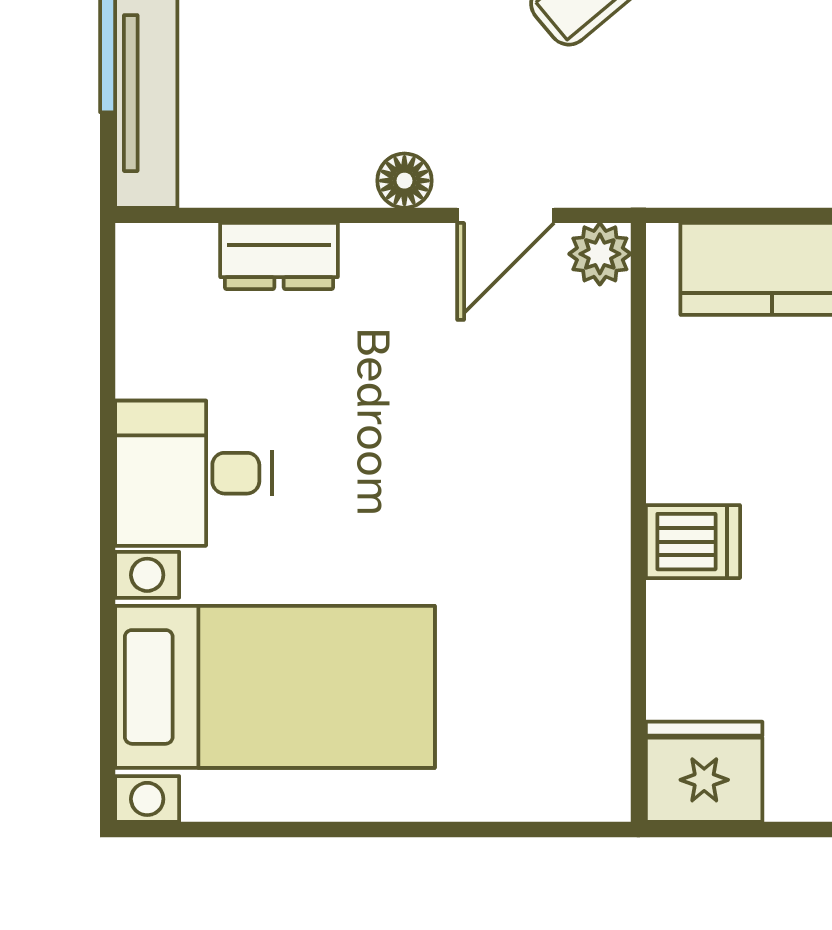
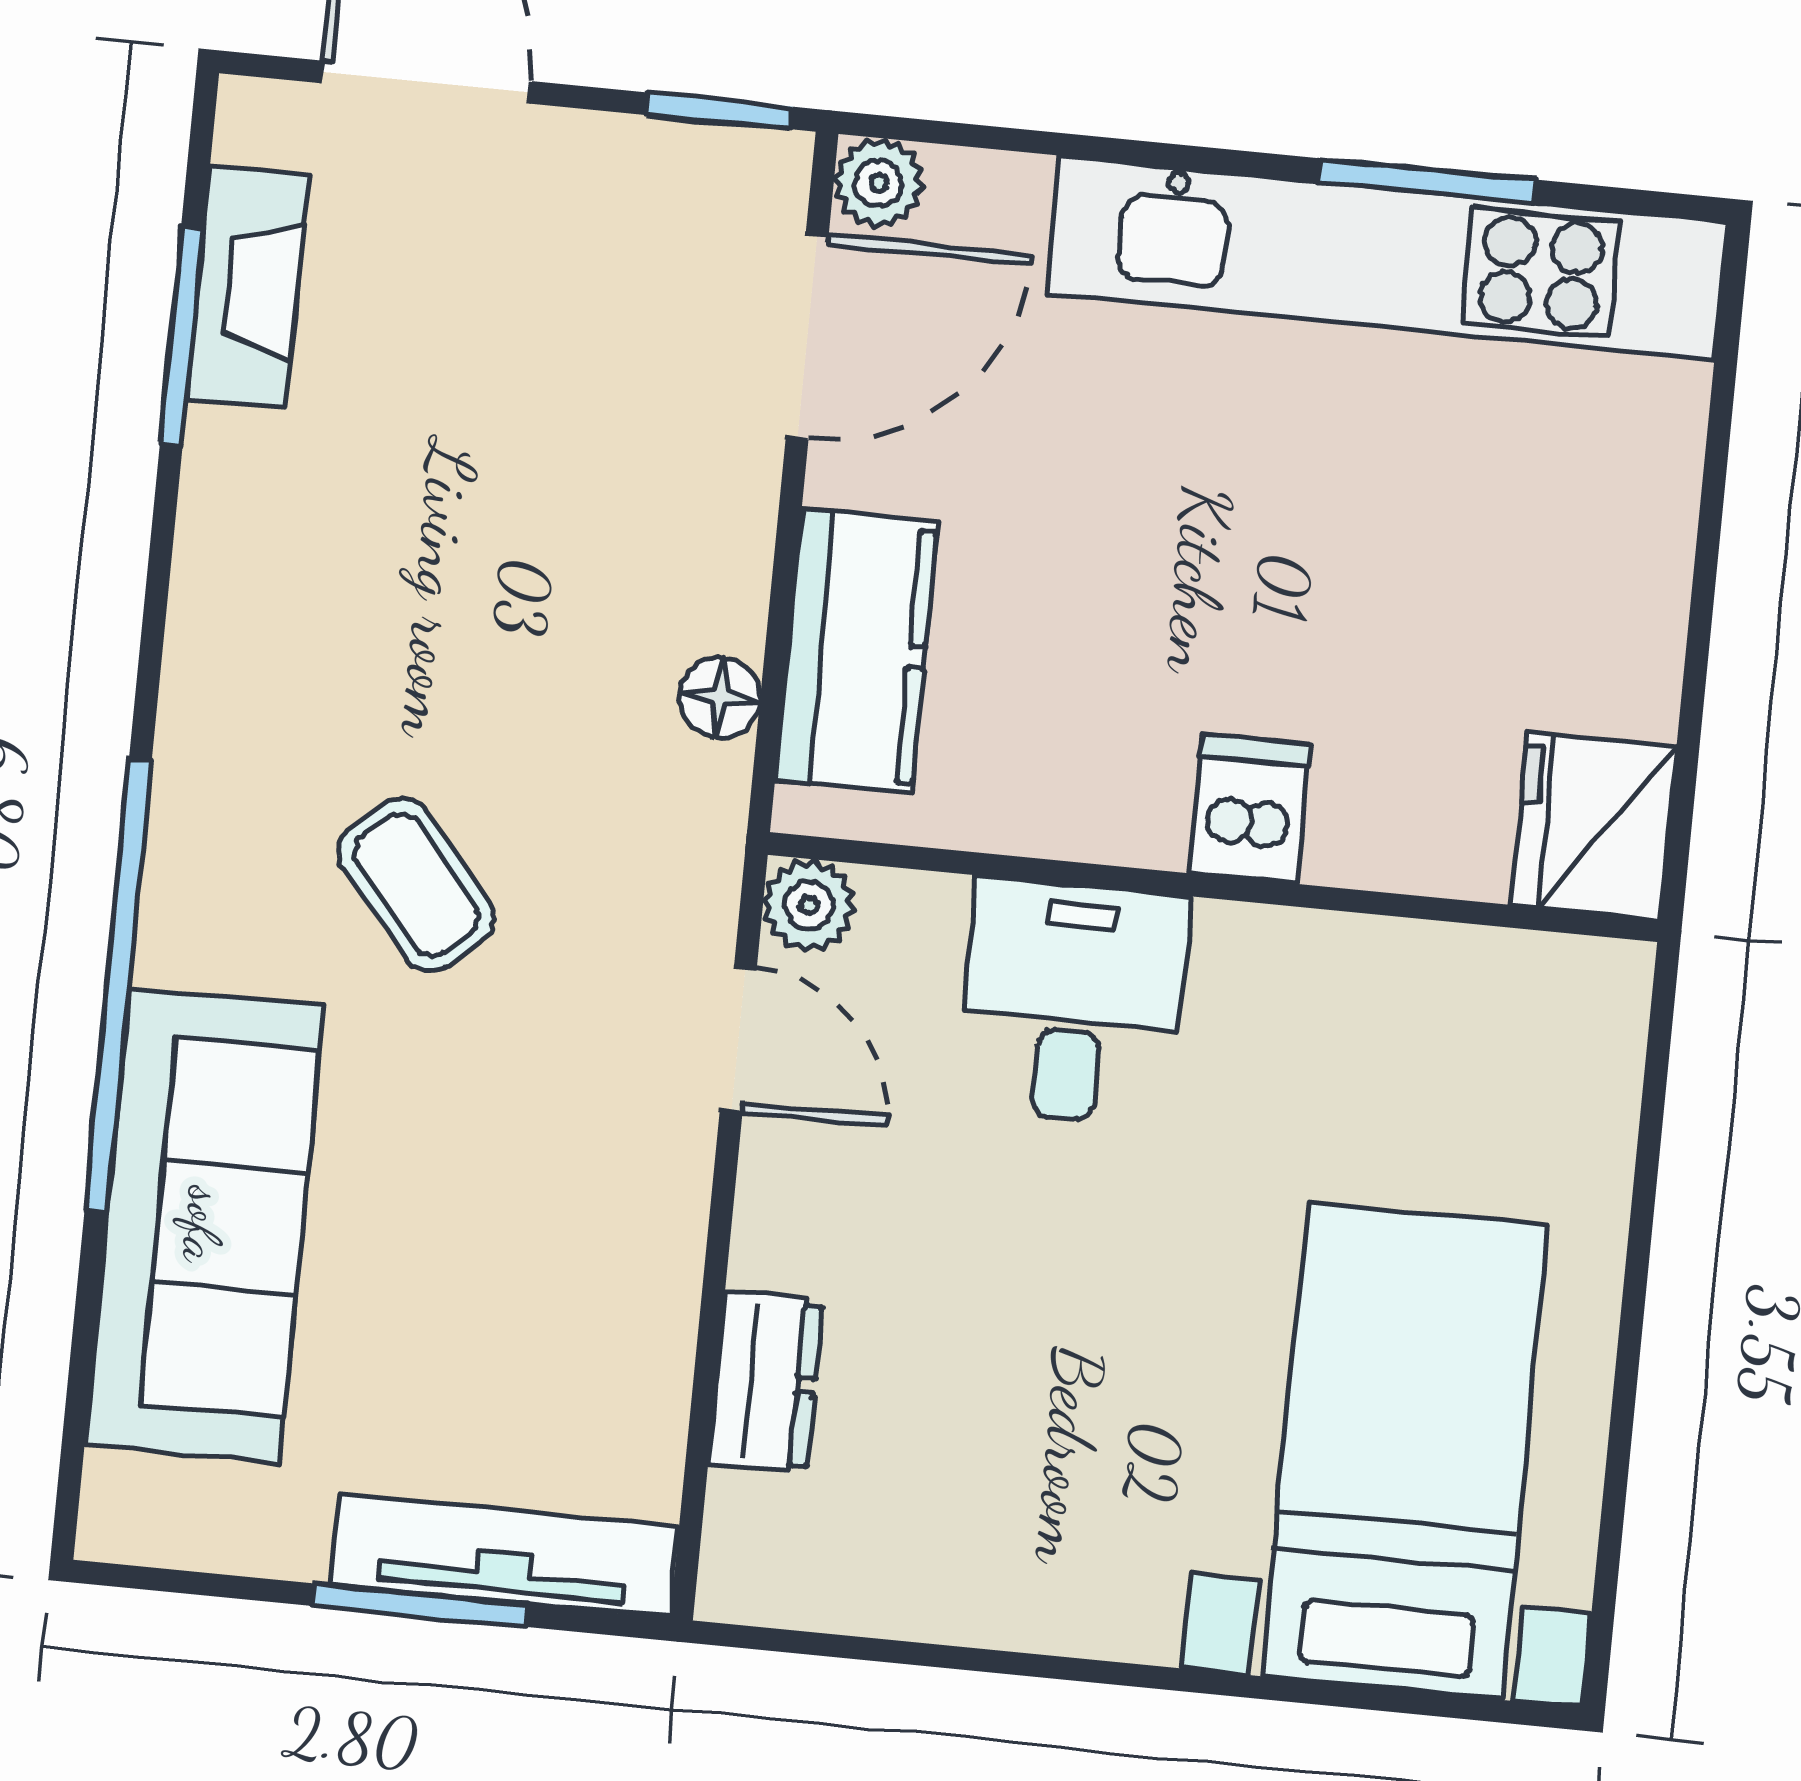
floor lamp: (404, 181) -> (720, 697), moved
desk: (193, 473) -> (1073, 1002), moved, turned 180

